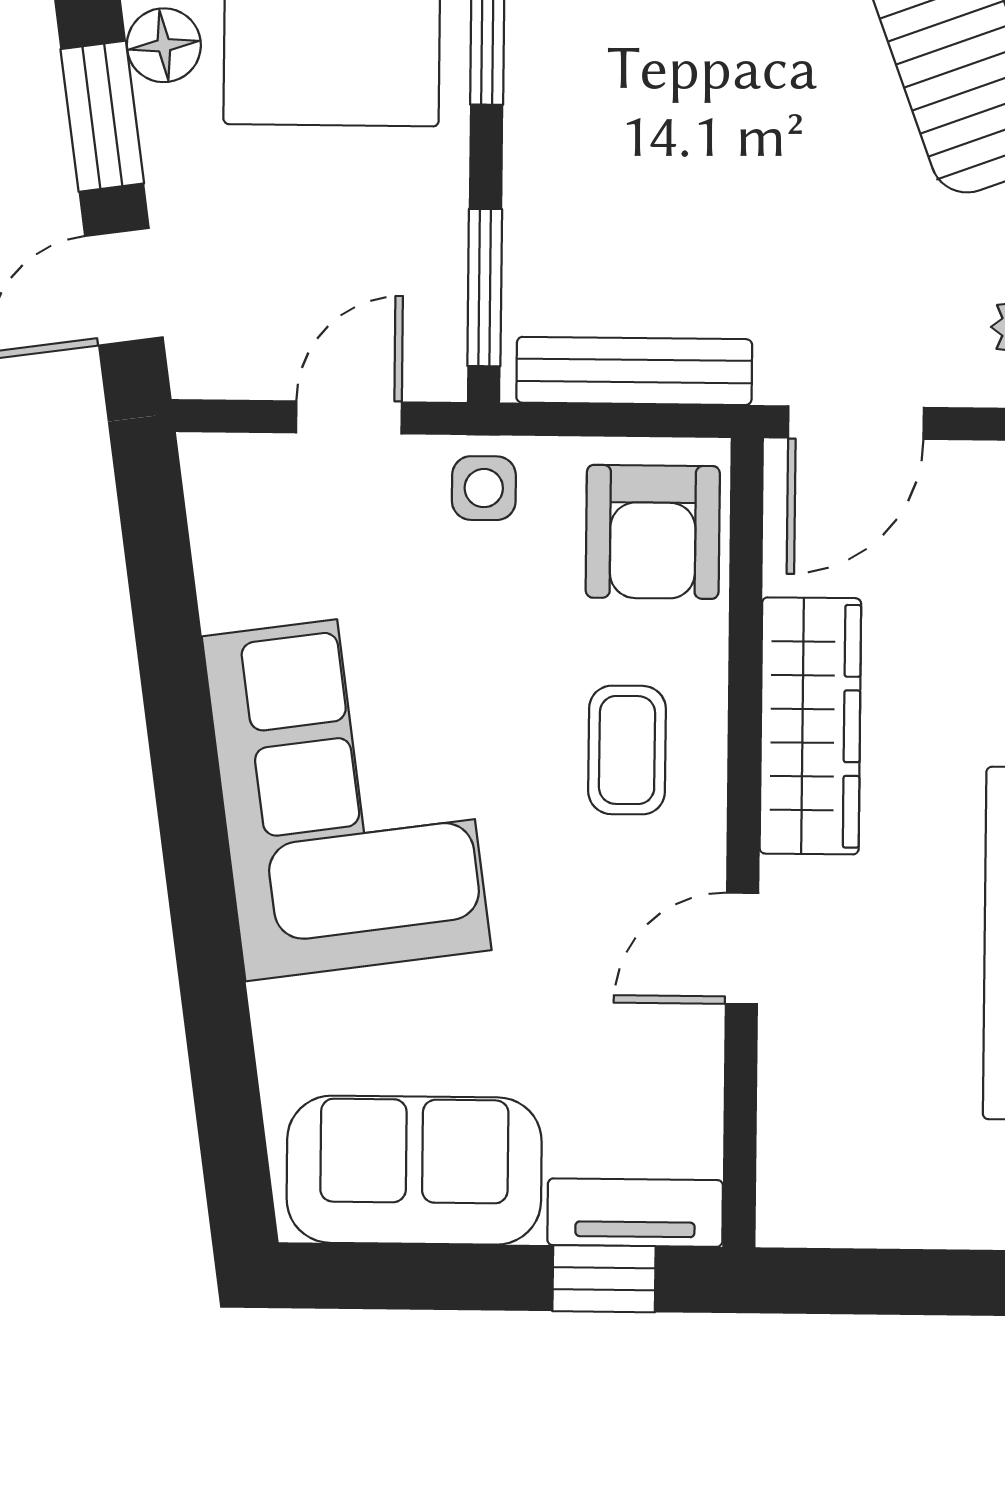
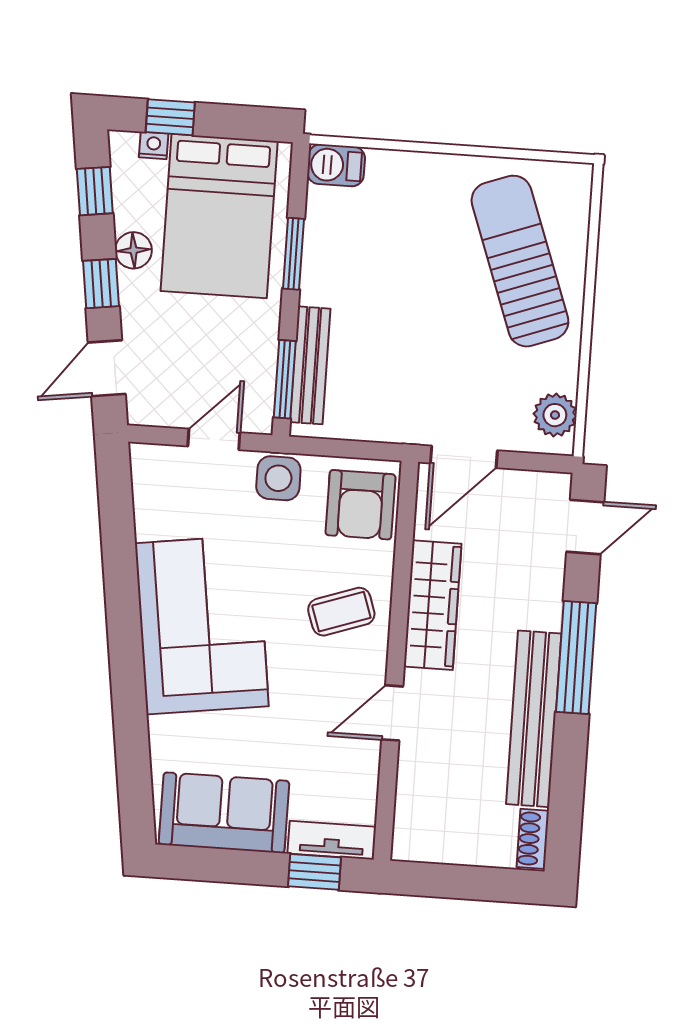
window: (102, 116) -> (101, 284), width x0.67
bench: (634, 371) -> (310, 365), moved, turned 90
side table: (484, 488) -> (278, 478), width x1.37, depth x1.37
coffee table: (627, 750) -> (341, 612), turned 71

